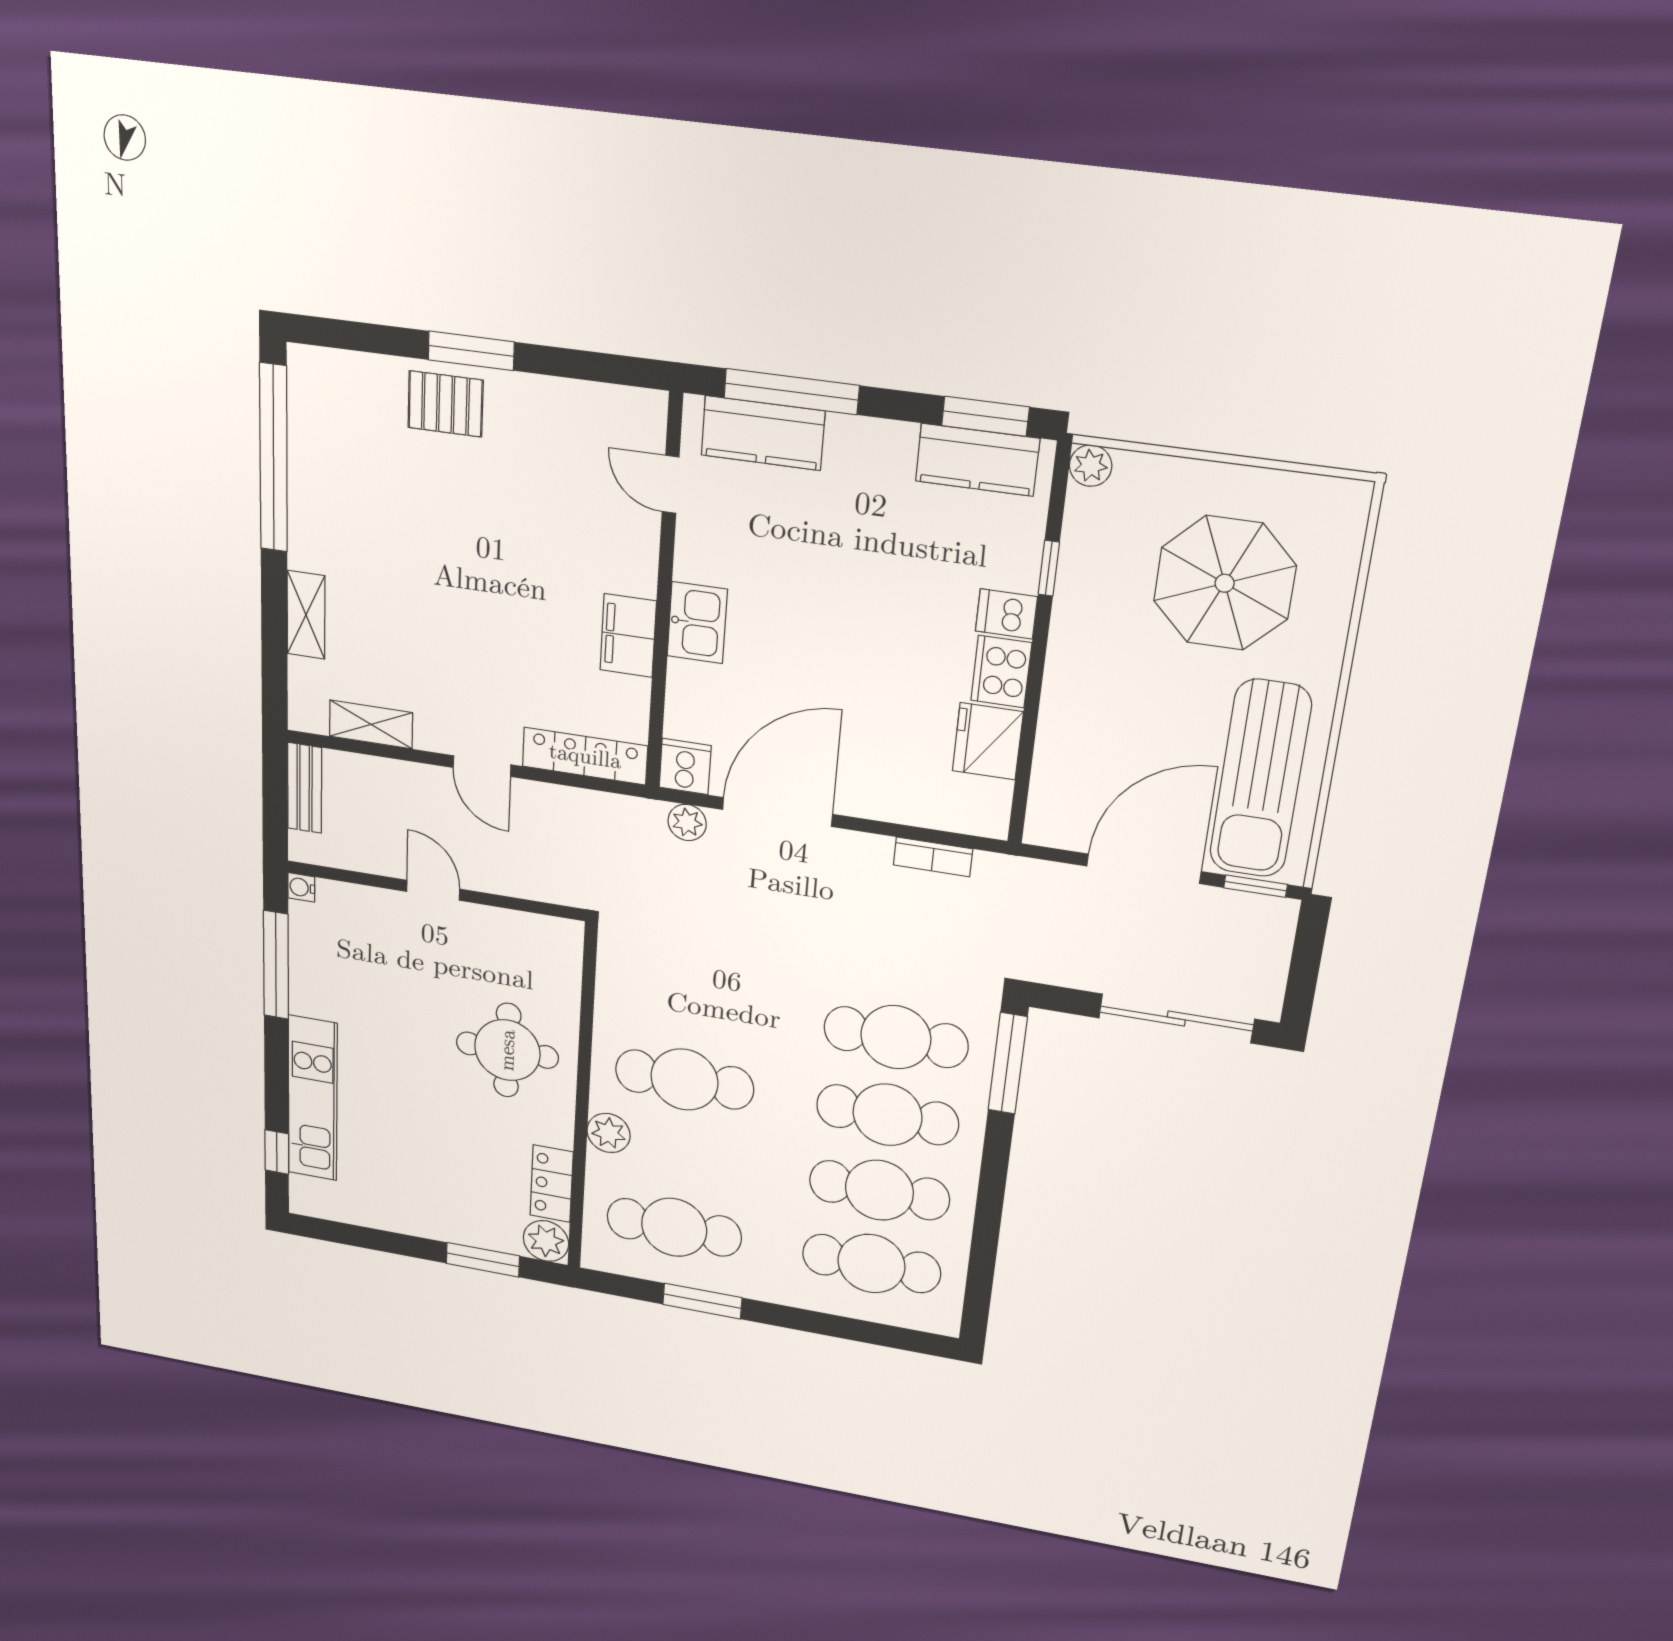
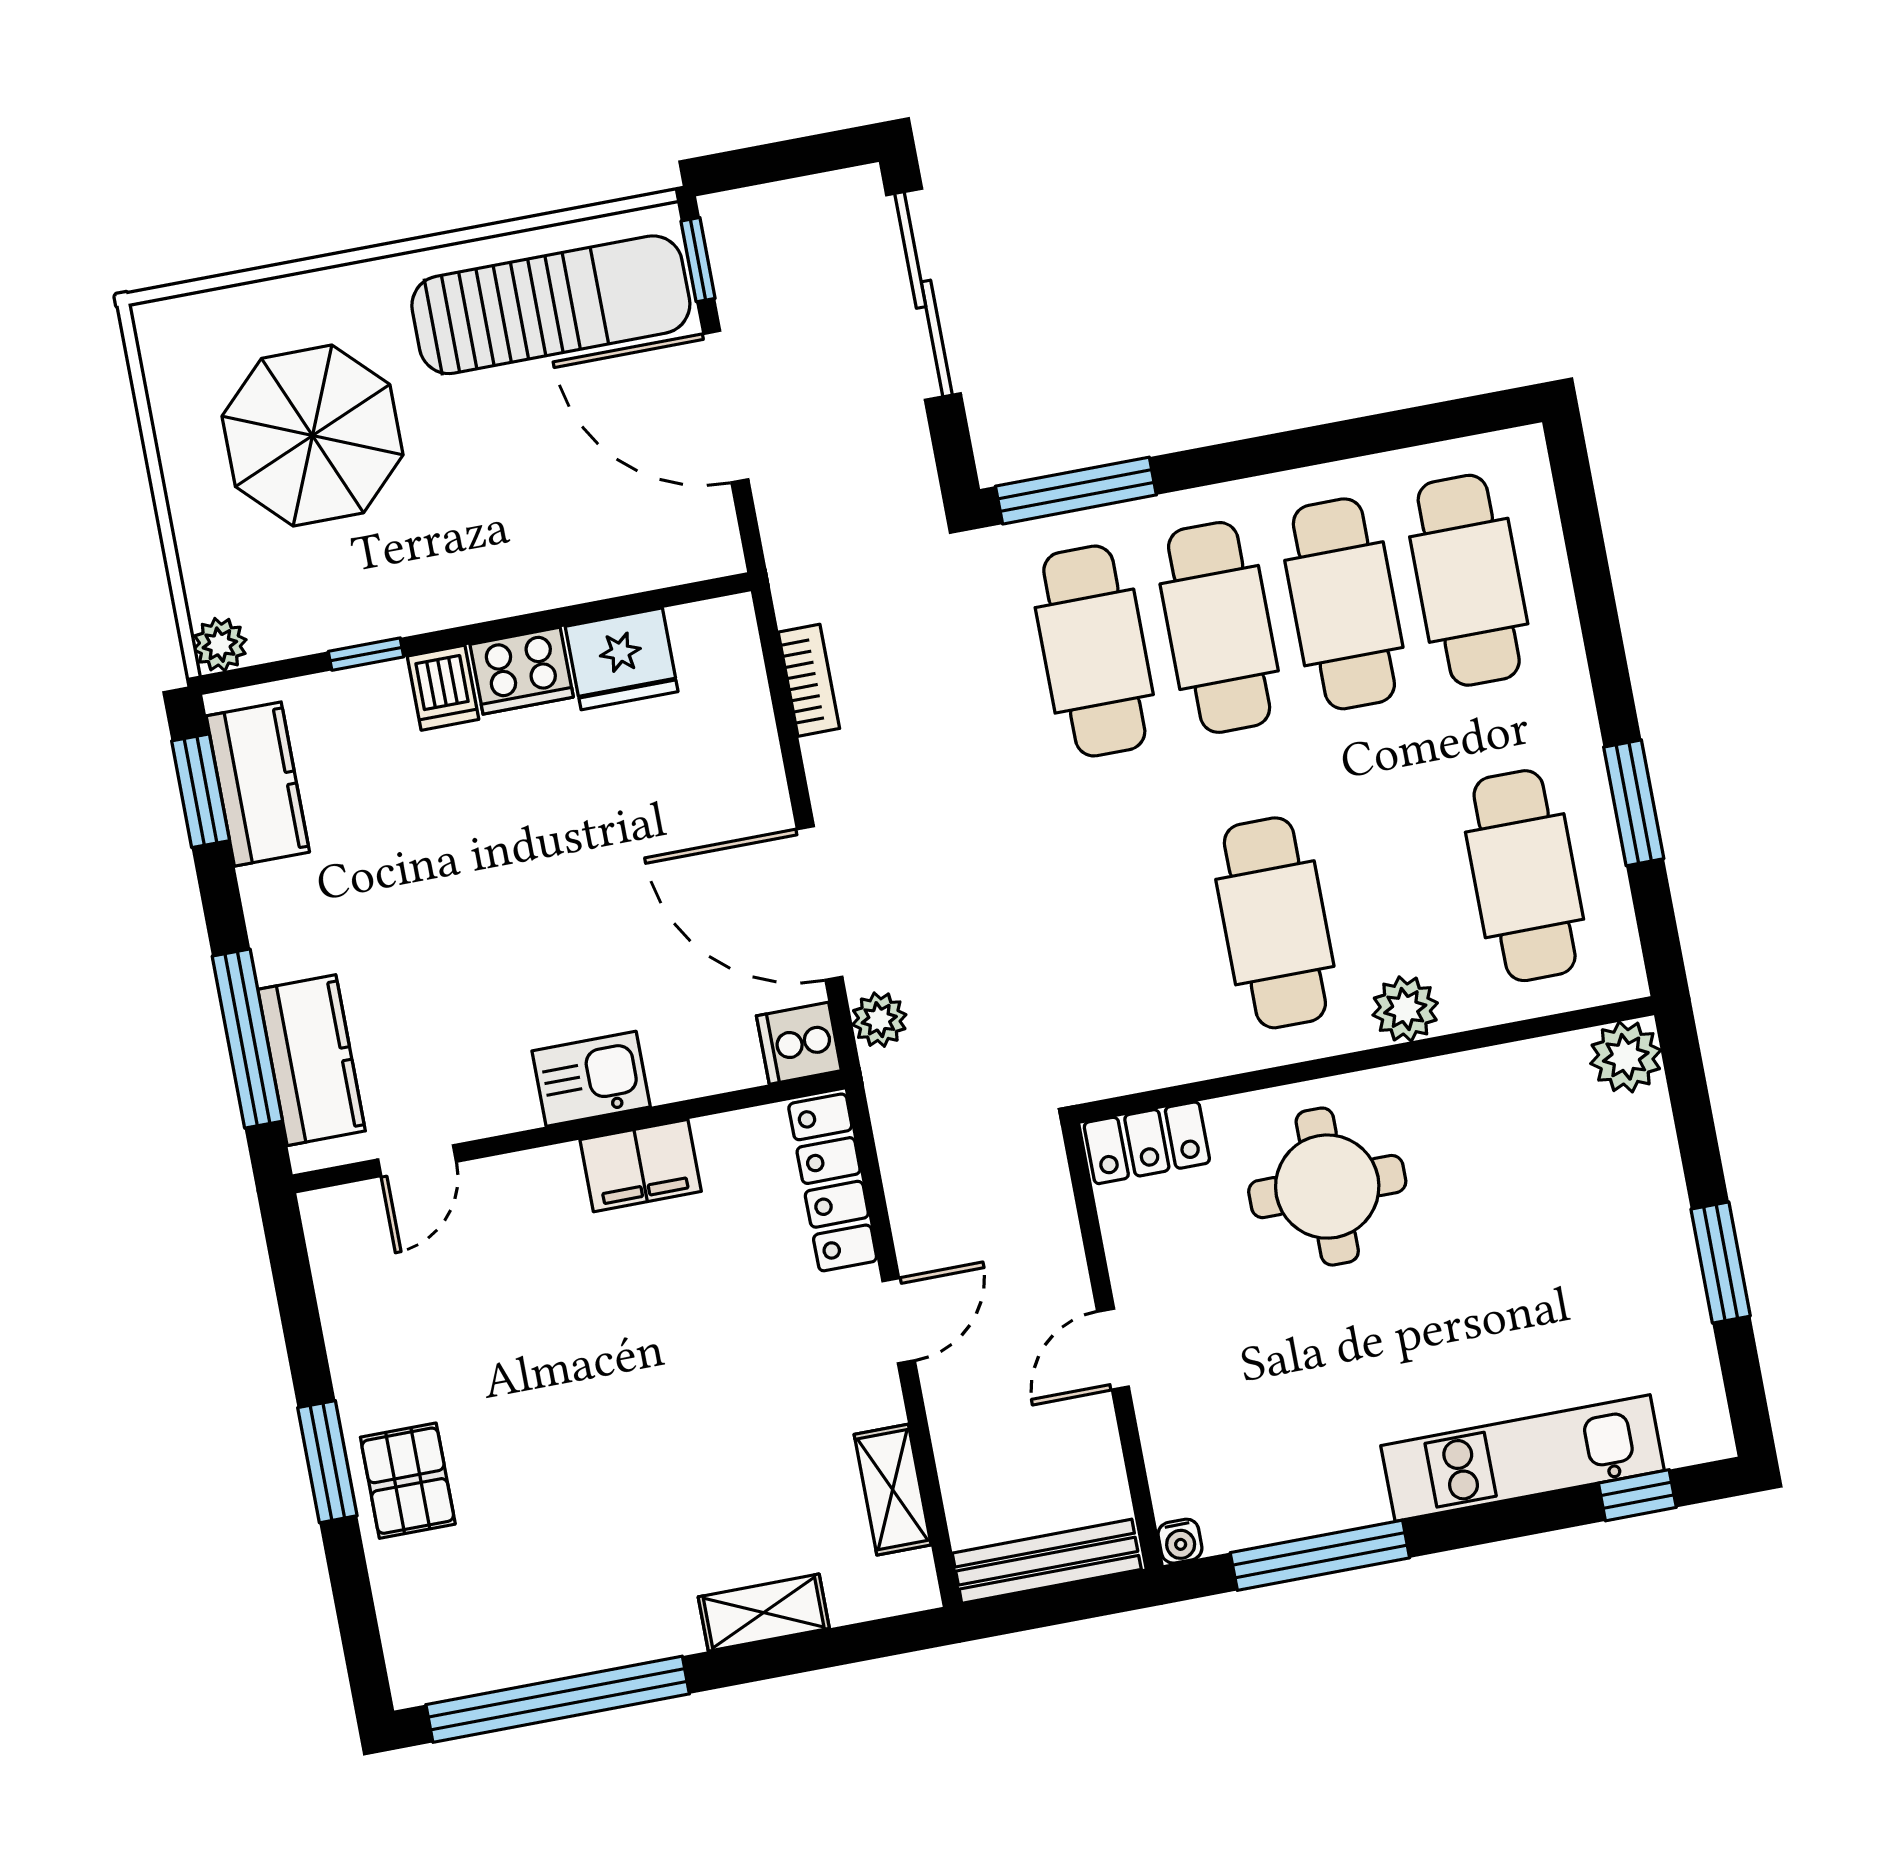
bench: (305, 788) -> (1047, 1561), width x1.36
locker: (551, 1184) -> (1147, 1143), moved
window: (483, 1260) -> (1721, 1263), moved

